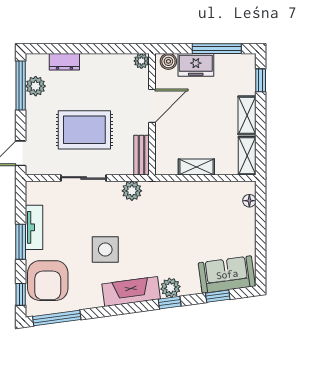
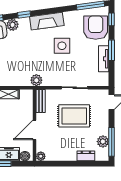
plant: (132, 191) -> (36, 80), moved
plant: (170, 288) -> (13, 25), moved

